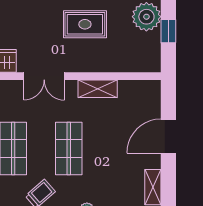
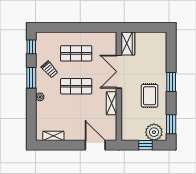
double door: (44, 76) -> (119, 72), width x1.37
door: (168, 136) -> (95, 145), moved

